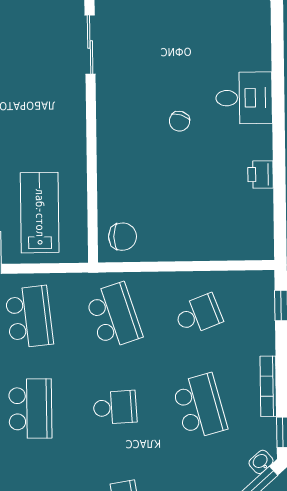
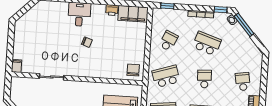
filing cabinet: (256, 225) -> (133, 14), added
school desk: (198, 315) -> (168, 41), turned 45
school desk: (200, 406) -> (207, 43), turned 33

